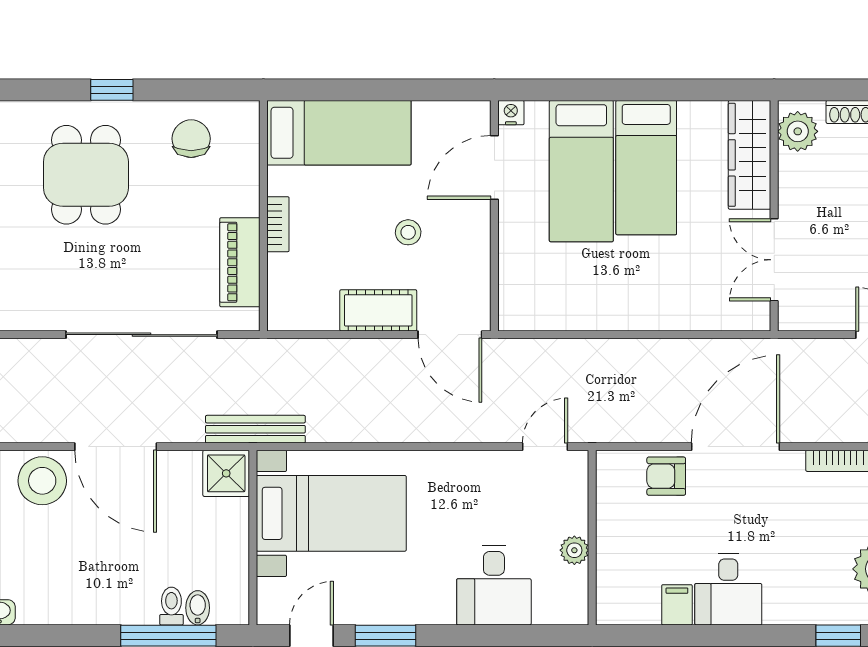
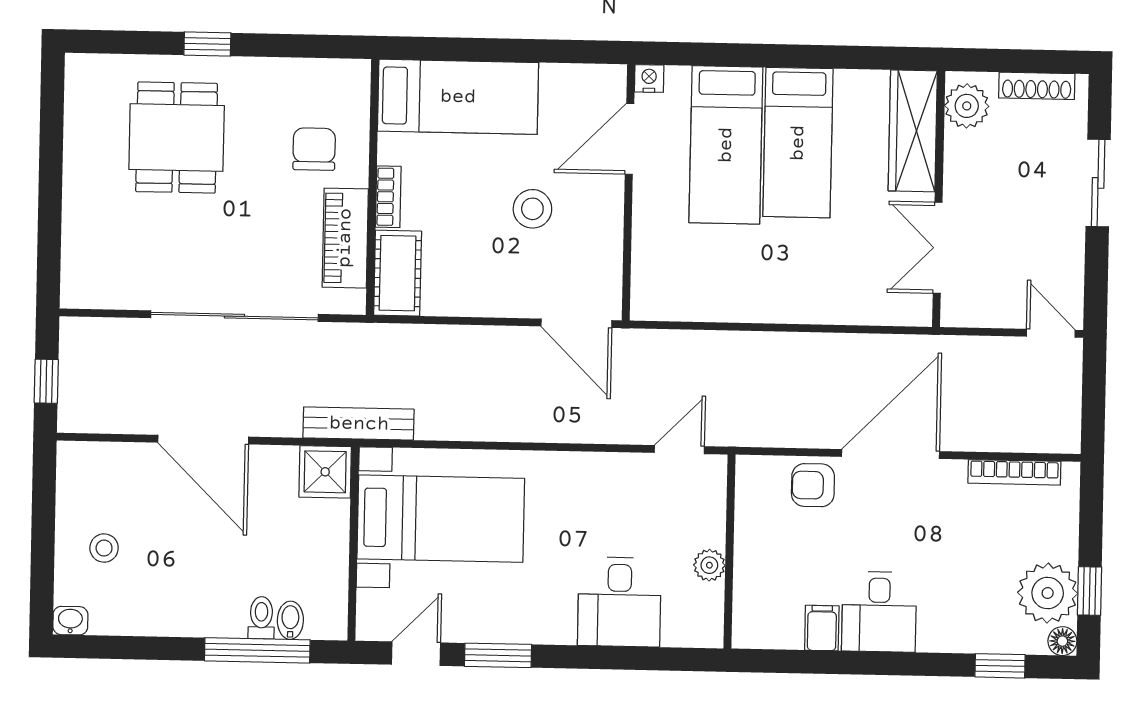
chair: (191, 139) -> (314, 149), moved
stool: (408, 232) -> (532, 209), width x1.37, depth x1.37
cot: (378, 310) -> (398, 273), moved, turned 90
stool: (42, 481) -> (104, 548), moved, width x0.53, depth x0.53

